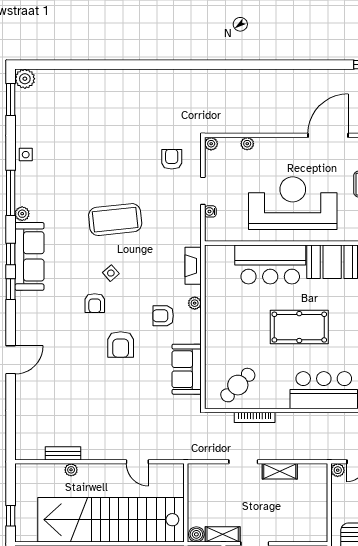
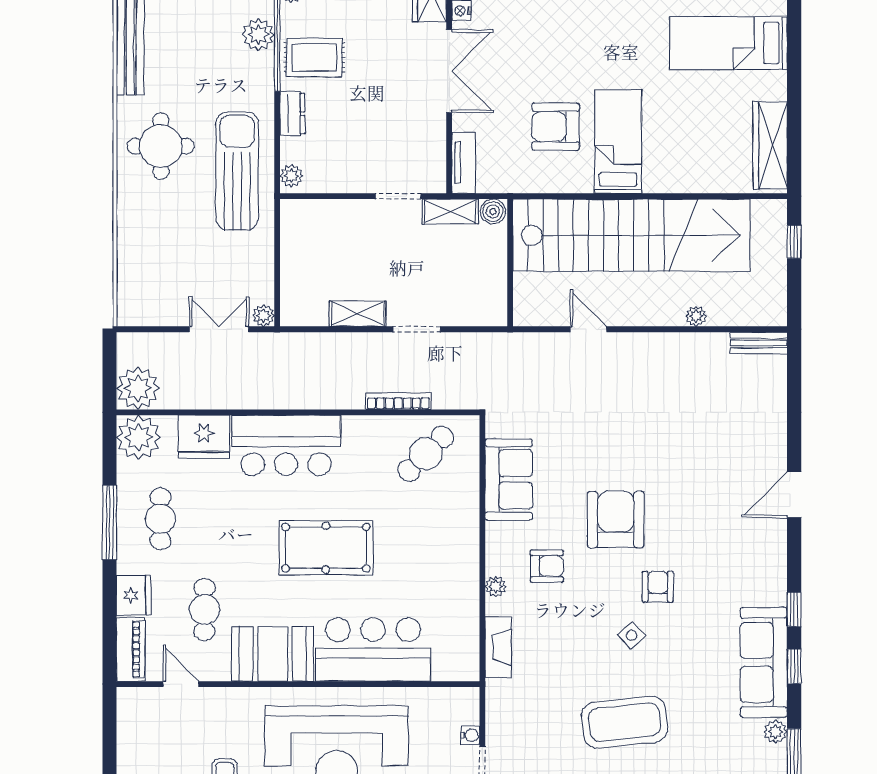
armchair: (121, 344) -> (616, 520), width x1.36, depth x1.36
bench: (63, 453) -> (759, 343), moved

